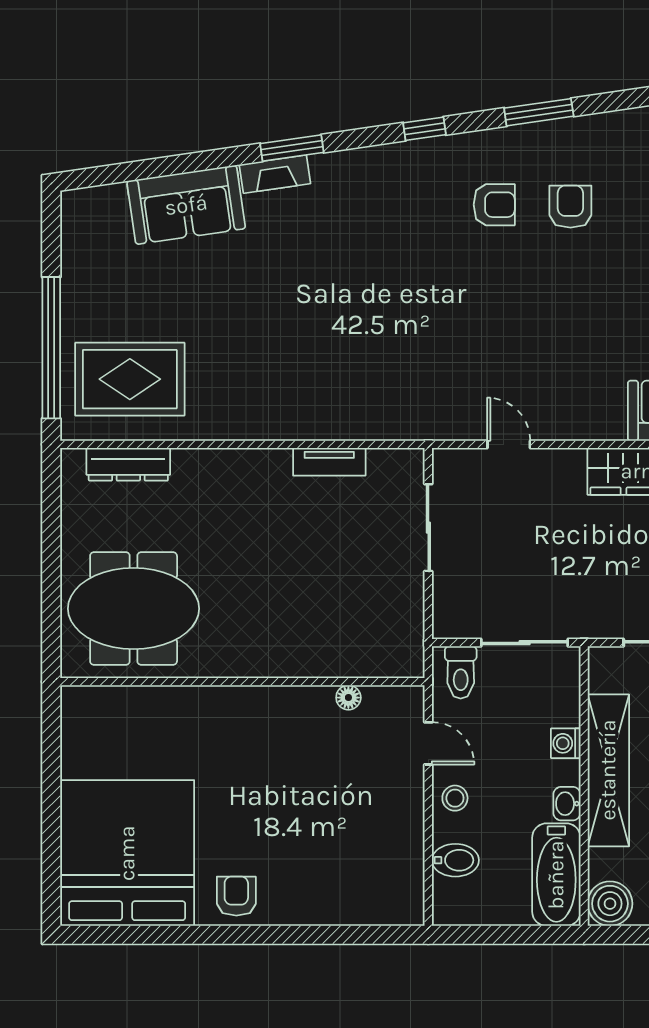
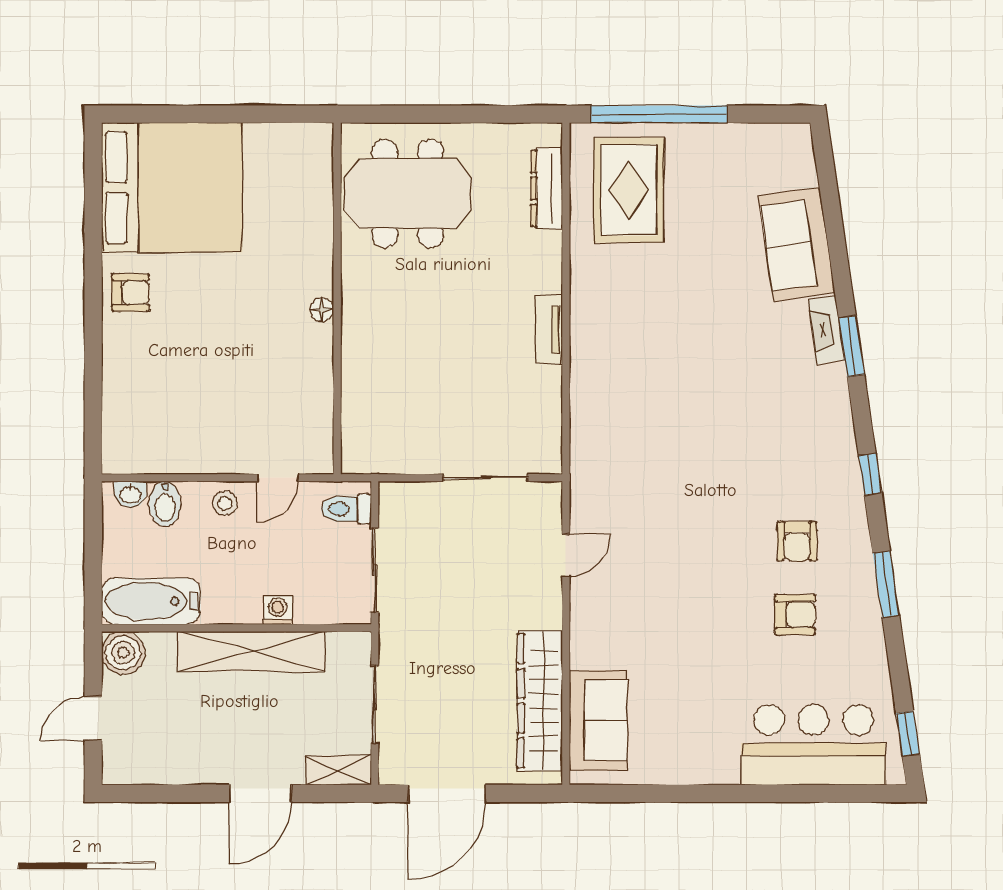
tv unit: (329, 462) -> (549, 330), moved
meeting table: (134, 609) -> (408, 194), turned 90
floor lamp: (348, 698) -> (322, 310), moved
washbasin: (567, 804) -> (130, 494), moved, turned 180

